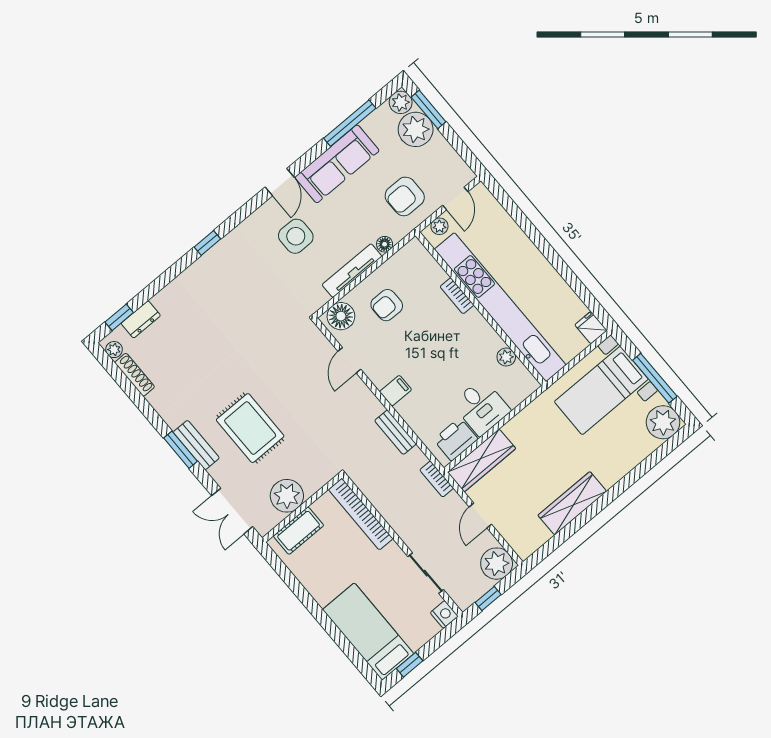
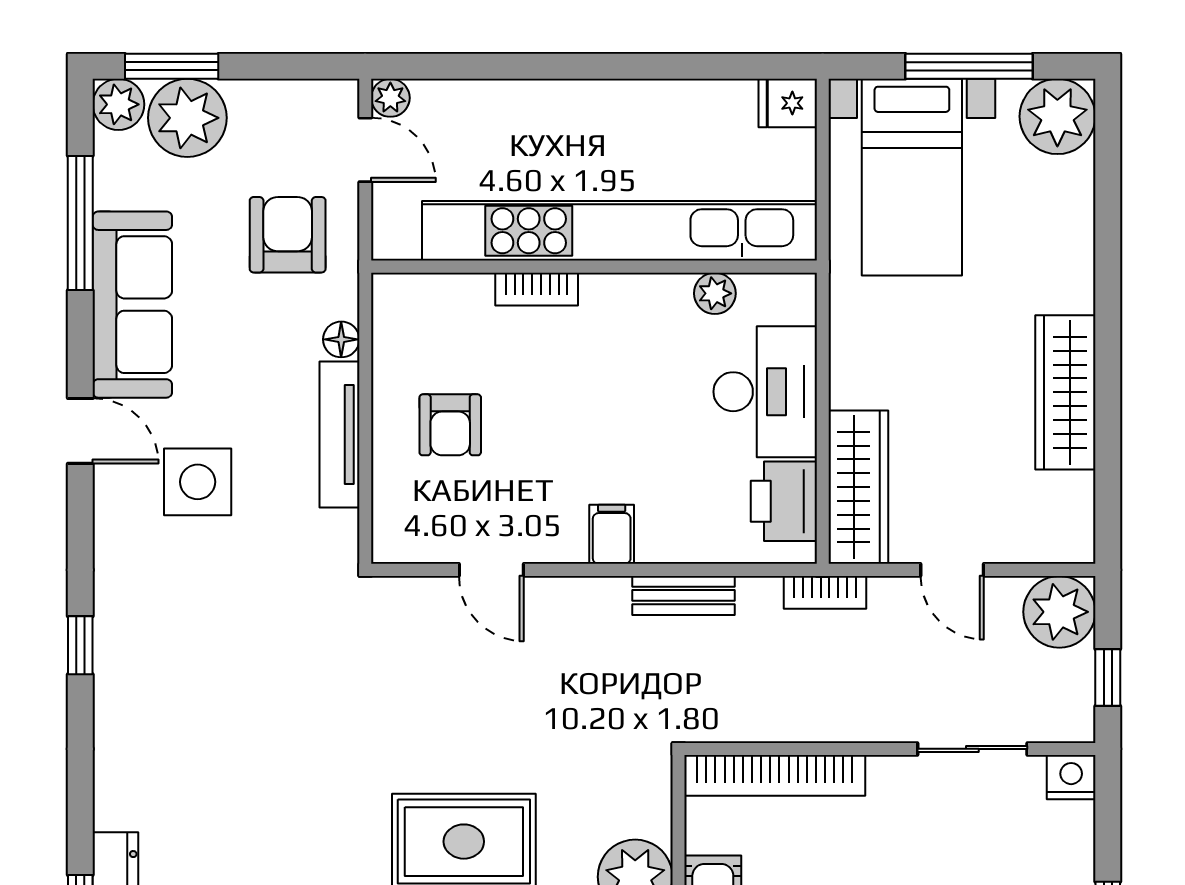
armchair: (405, 196) -> (288, 235), turned 180
plant: (439, 226) -> (390, 98), moved
floor lamp: (341, 316) -> (402, 520), removed
desk: (481, 407) -> (765, 392), width x1.37

